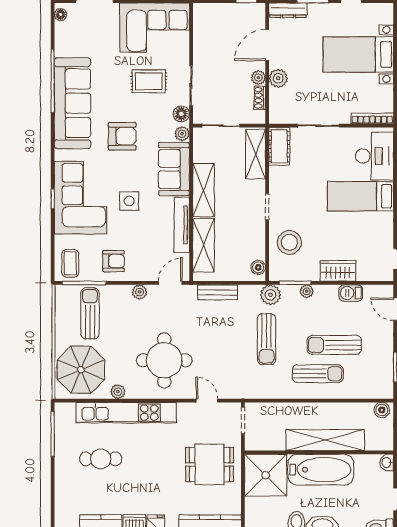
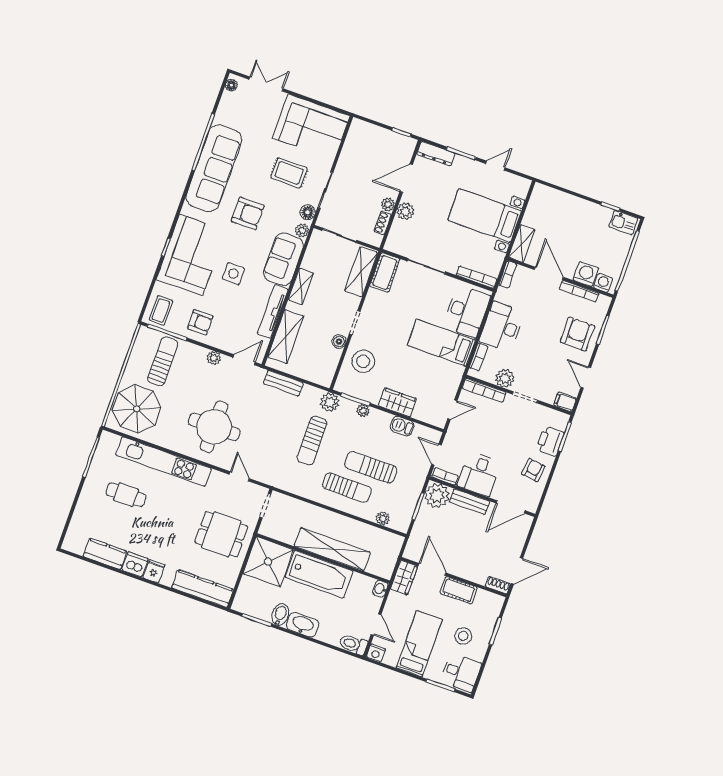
shelving: (203, 190) -> (301, 286), width x0.67, depth x0.75
boiler: (258, 267) -> (339, 341), moved
plant: (118, 392) -> (383, 518), moved
boiler: (382, 410) -> (393, 540), removed

